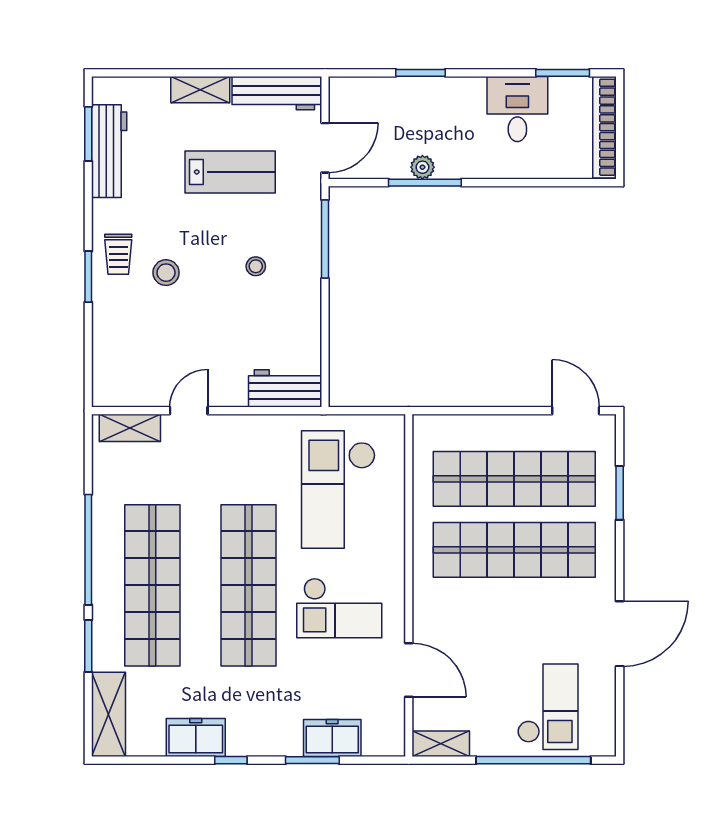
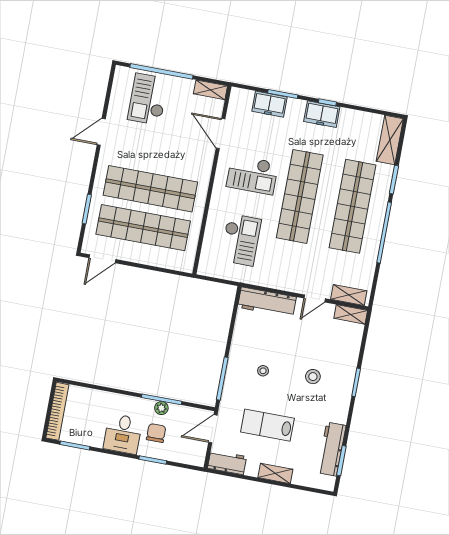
workbench: (277, 93) -> (227, 462), width x0.73
desk: (517, 109) -> (123, 434), moved
chair: (424, 121) -> (156, 433), added
trolley: (118, 254) -> (337, 392), removed
workbench: (285, 388) -> (267, 302), width x1.38
shelving: (120, 394) -> (351, 314), added
door: (576, 411) -> (102, 259), hinge flipped
checkout: (338, 489) -> (241, 240), width x0.73, depth x0.83
checkout: (339, 608) -> (252, 175), turned 180
door: (620, 634) -> (101, 132), width x0.73
freezer: (196, 737) -> (322, 114), moved

